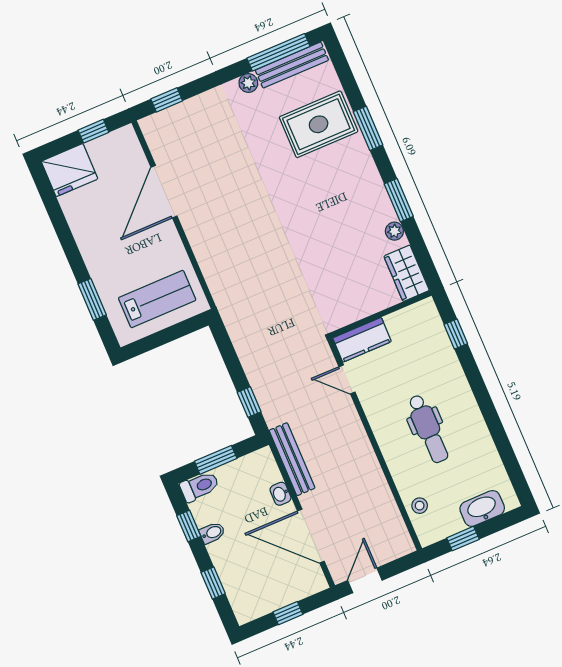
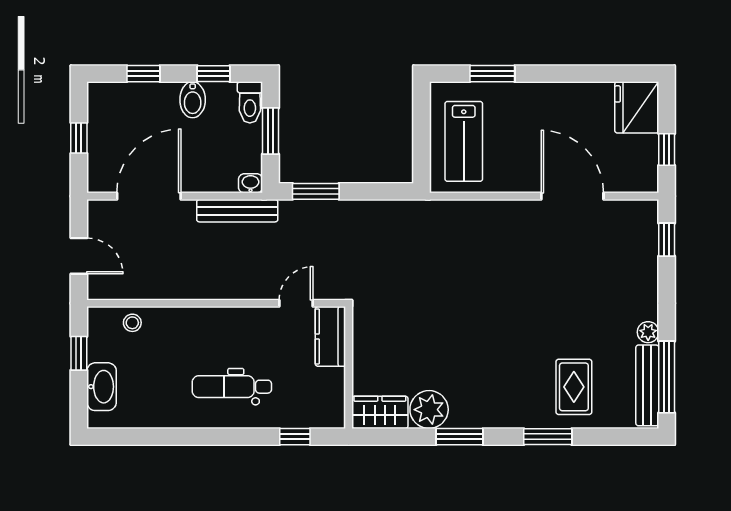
rug: (319, 124) -> (574, 387), width x0.73, depth x0.70
plant: (394, 231) -> (429, 410), width x1.87, depth x1.87
window: (249, 402) -> (316, 191), width x1.50
dental chair: (428, 429) -> (232, 387), moved
washbasin: (280, 494) -> (251, 183), moved
bidet: (212, 533) -> (193, 100), width x1.38, depth x1.36
door: (365, 580) -> (79, 256), moved

